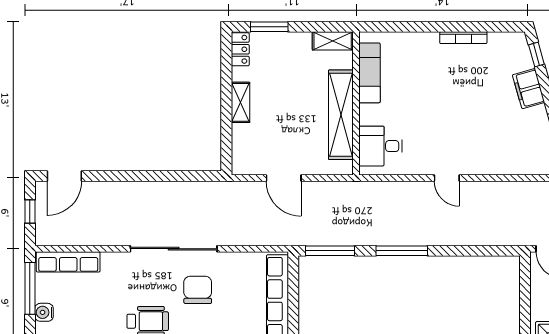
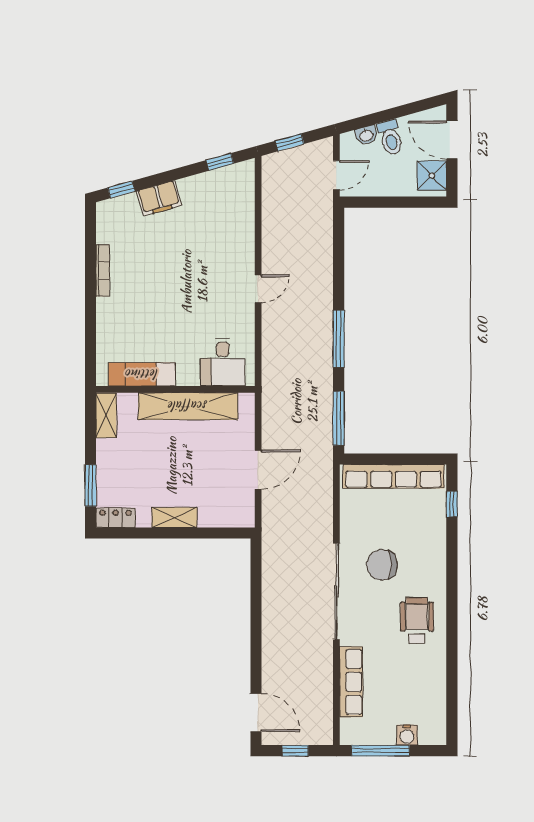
row of seats: (68, 262) -> (351, 682), moved

